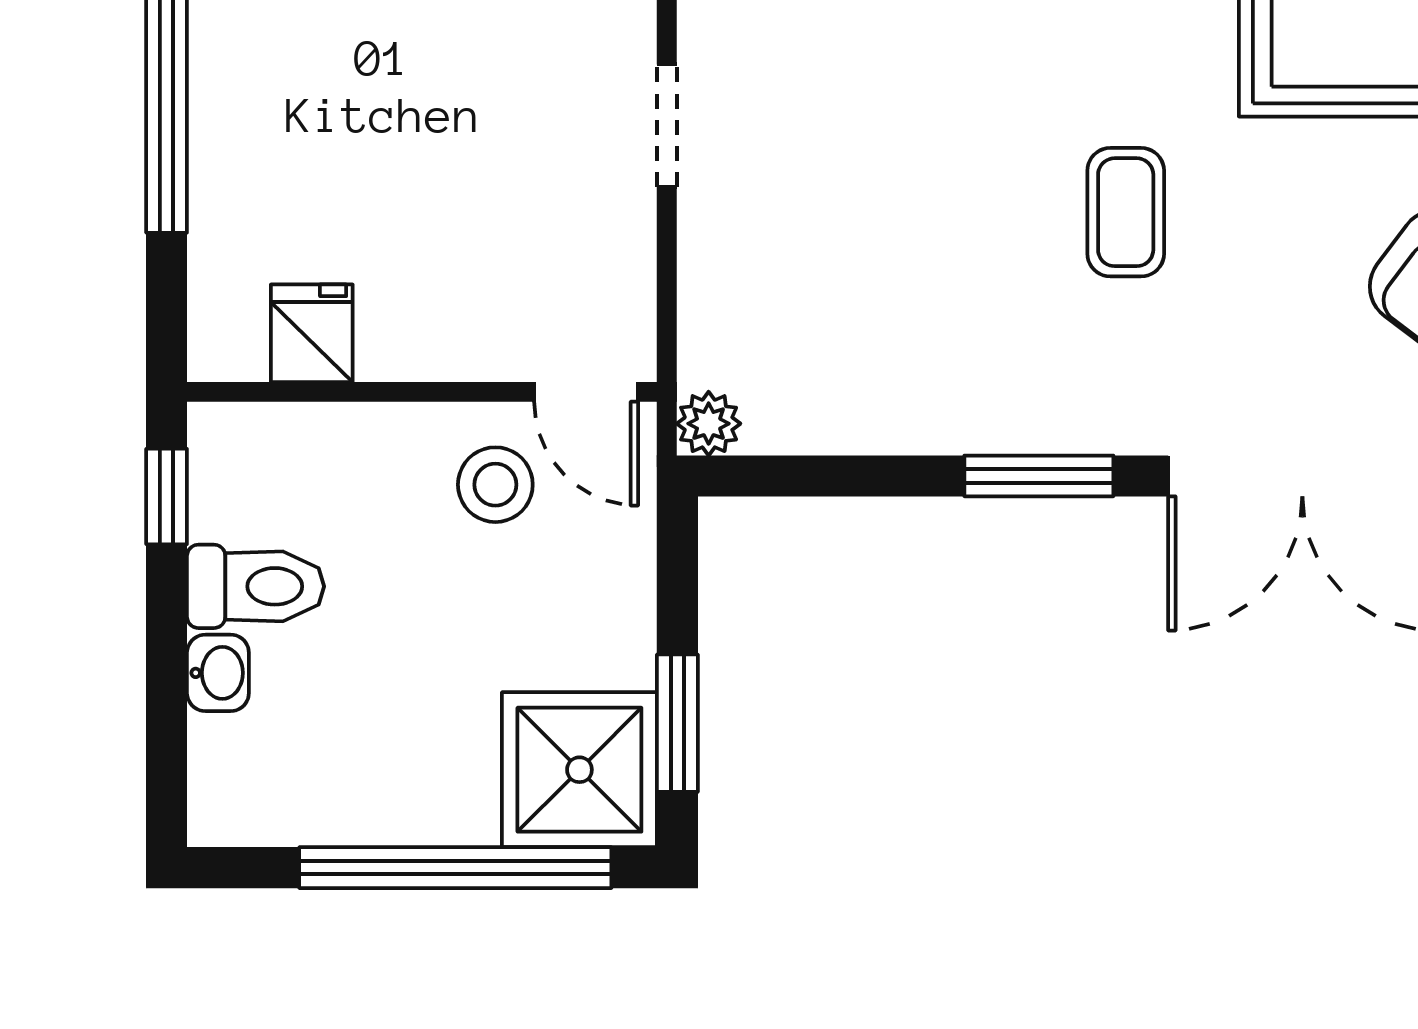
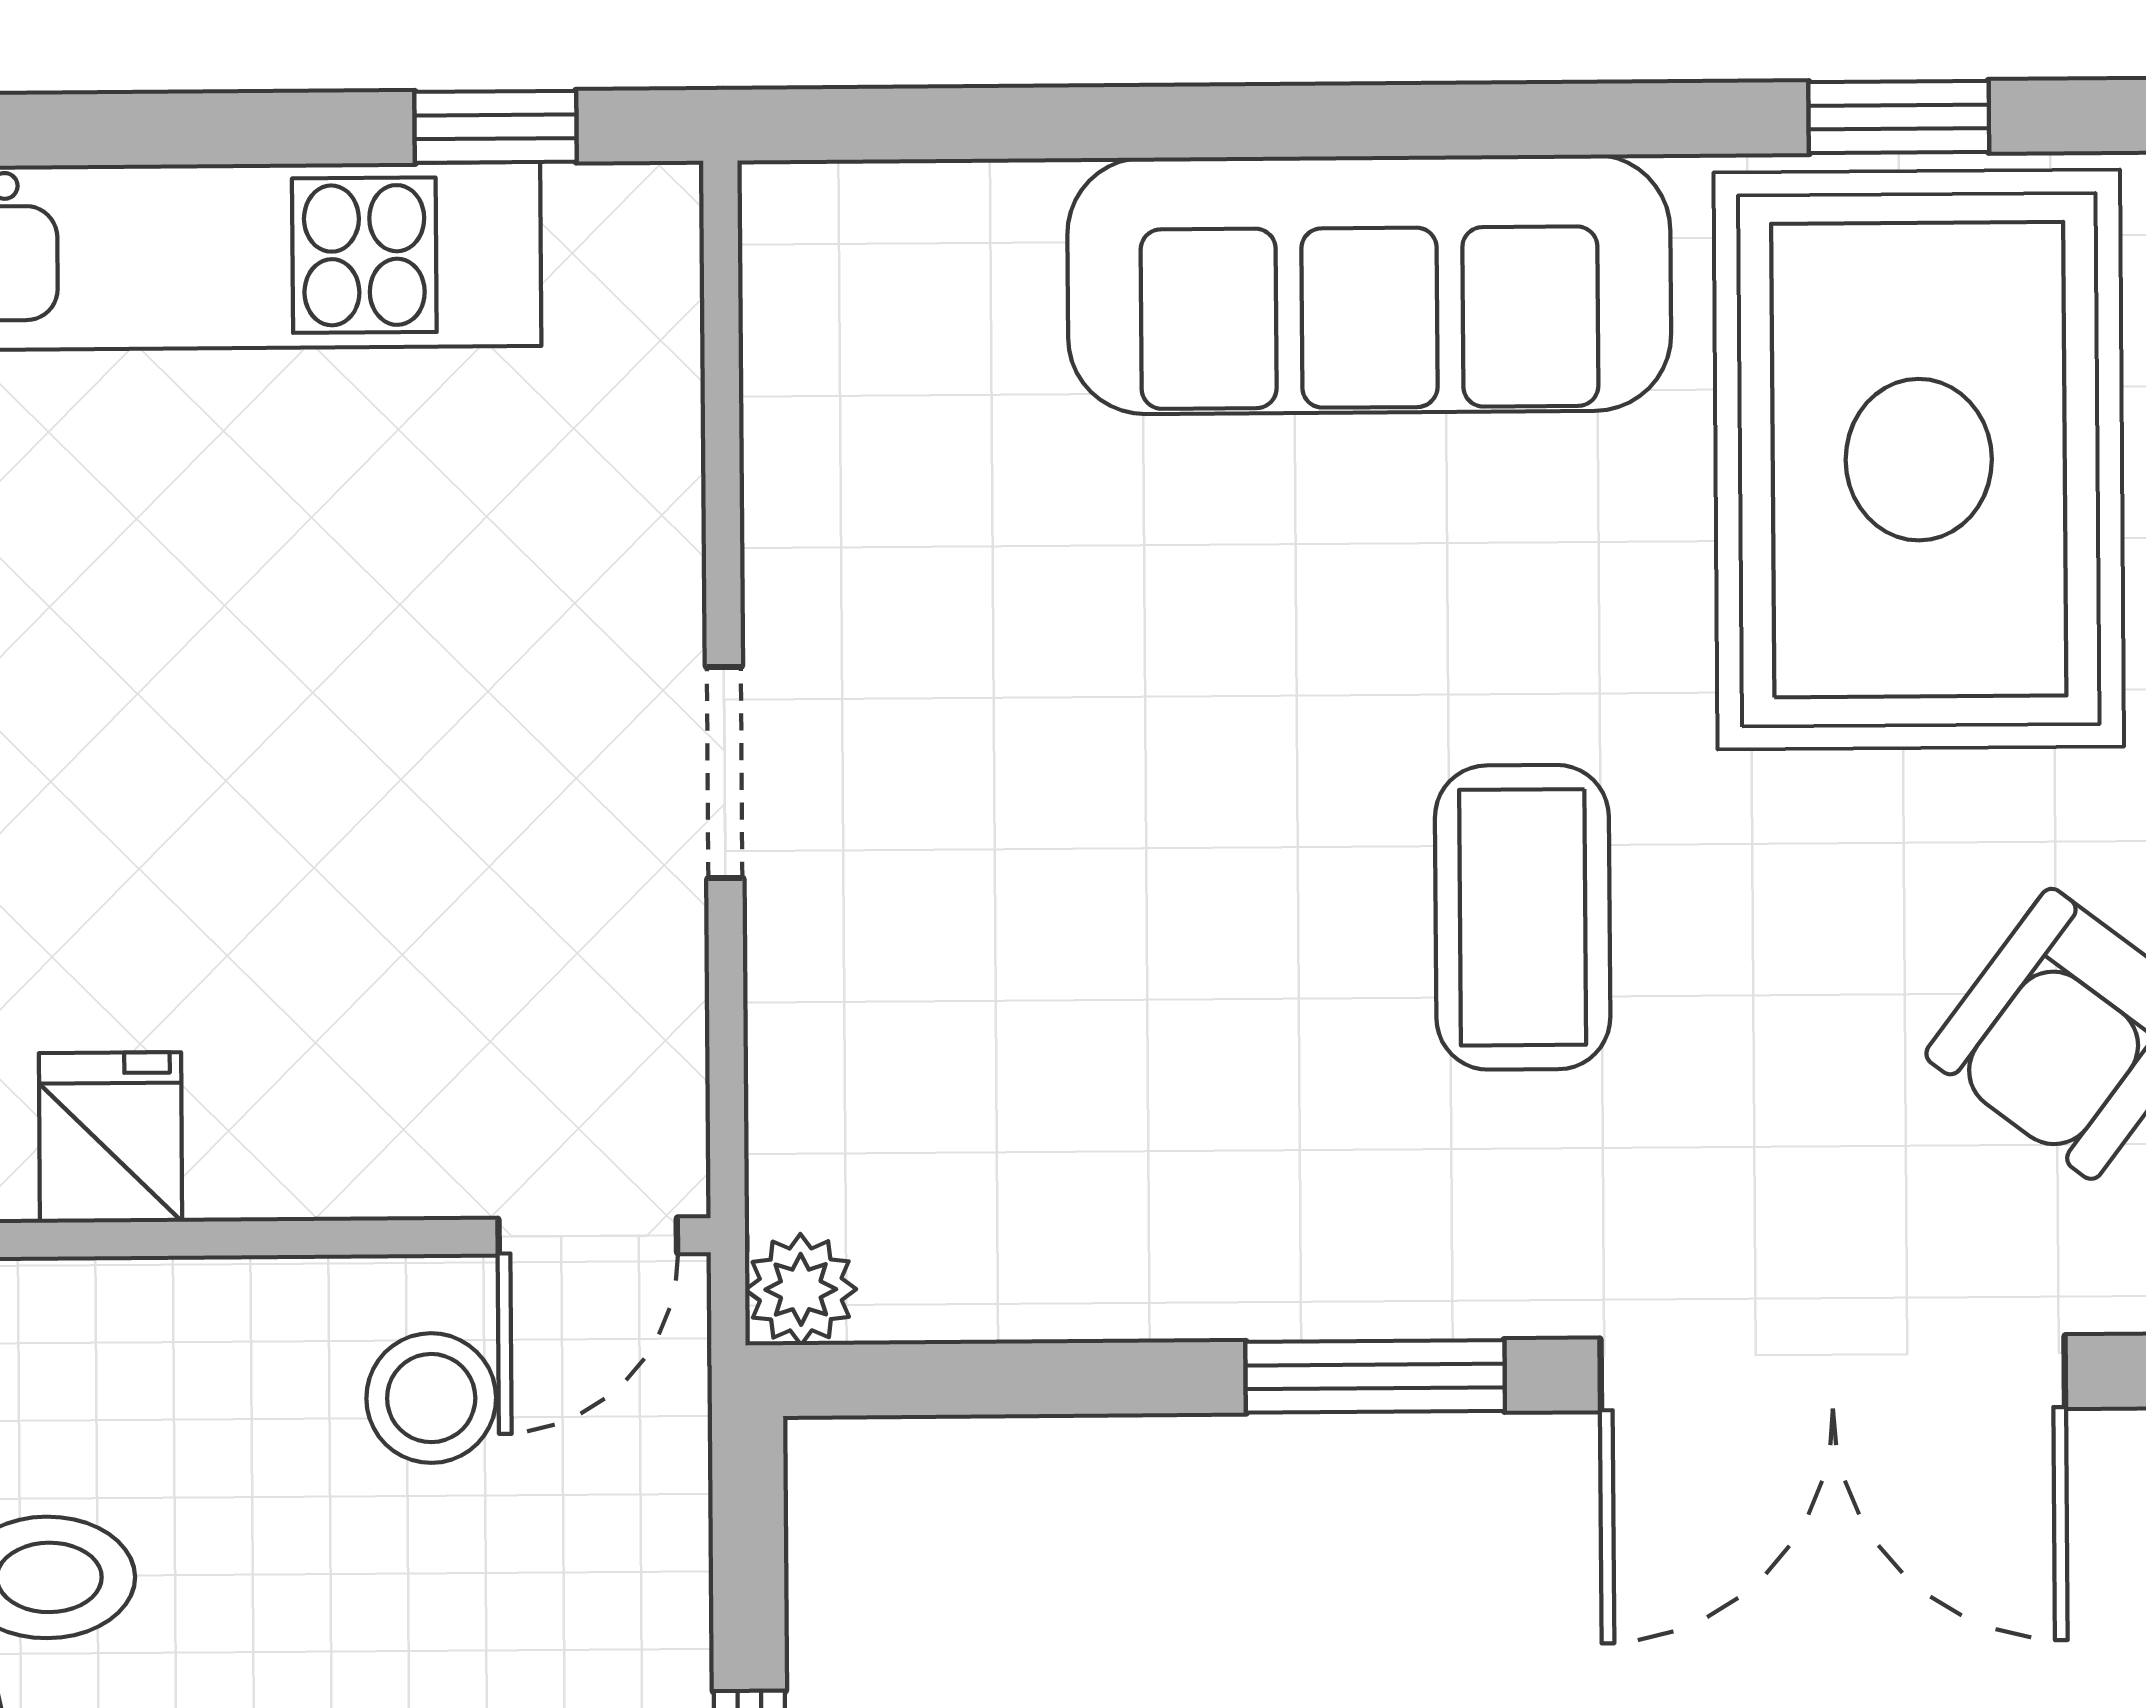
coffee table: (1126, 212) -> (1523, 917), width x1.36, depth x1.30
door: (586, 392) -> (588, 1236), hinge flipped

